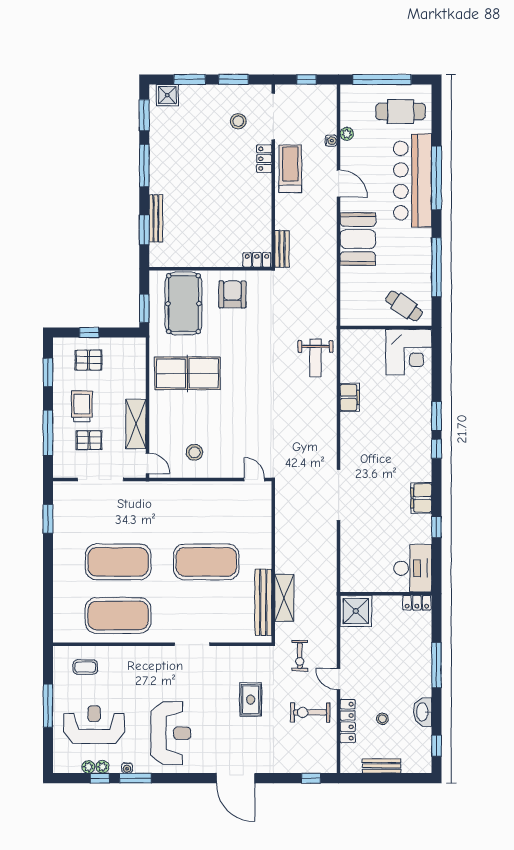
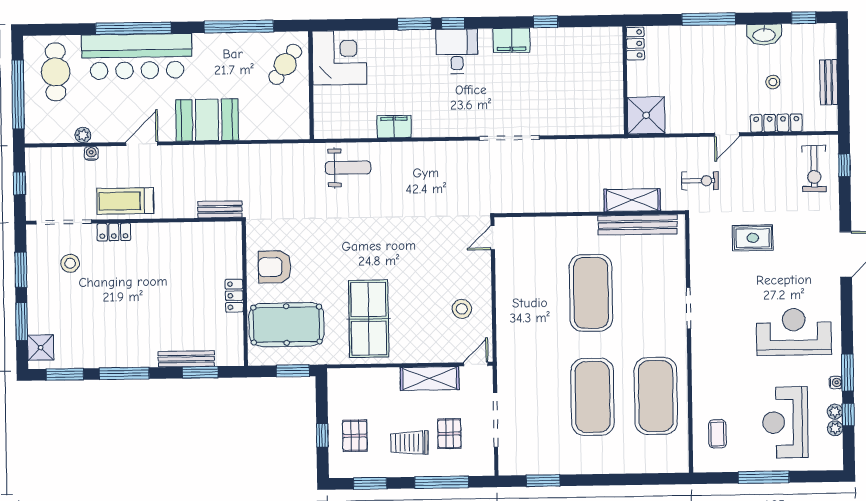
locker: (257, 260) -> (234, 296), moved
desk: (413, 568) -> (457, 51), moved, width x0.73
exercise bike: (310, 712) -> (814, 169), moved

